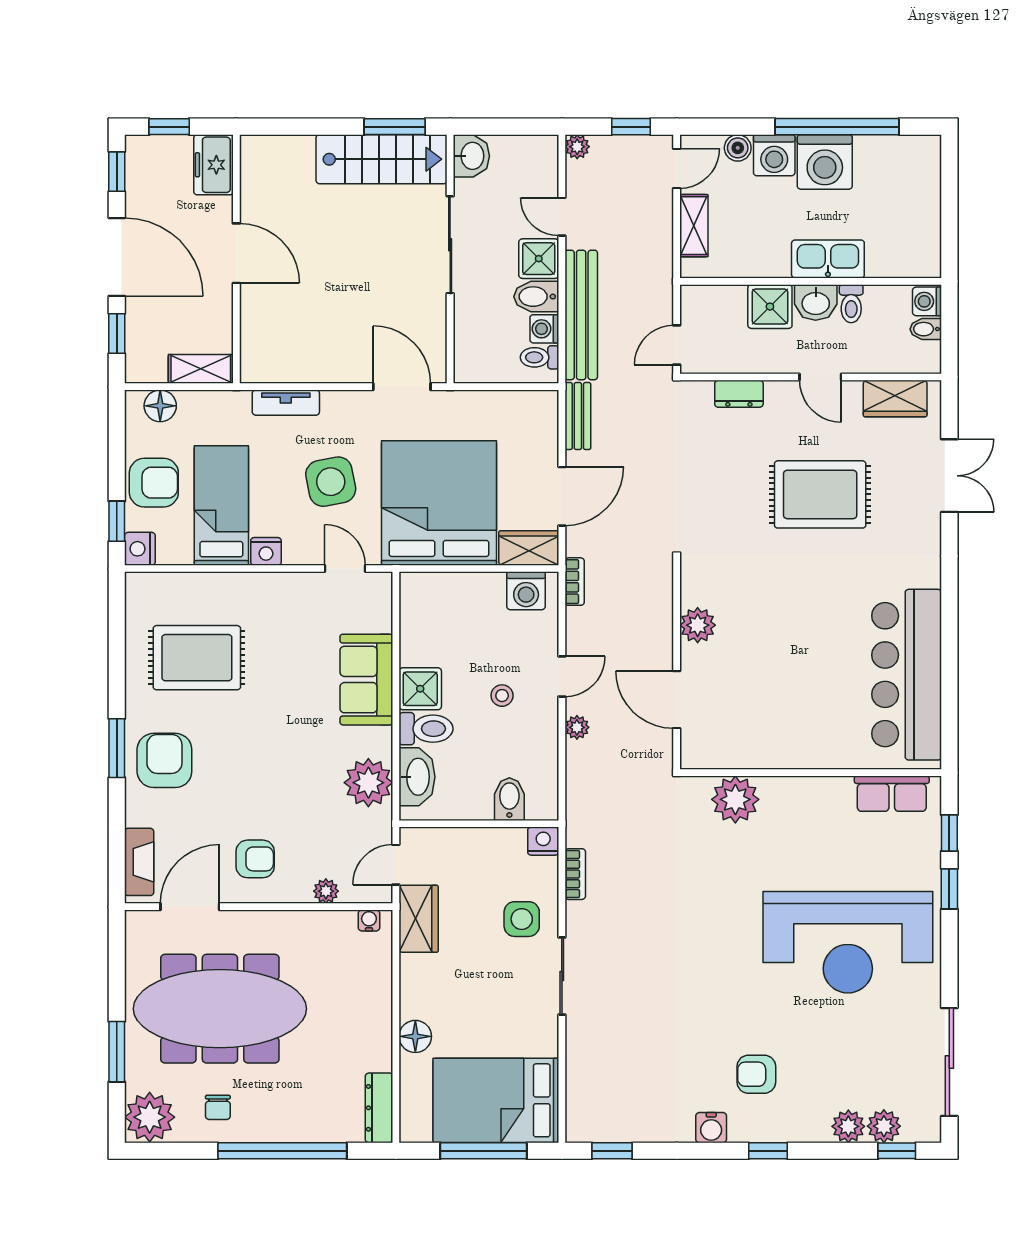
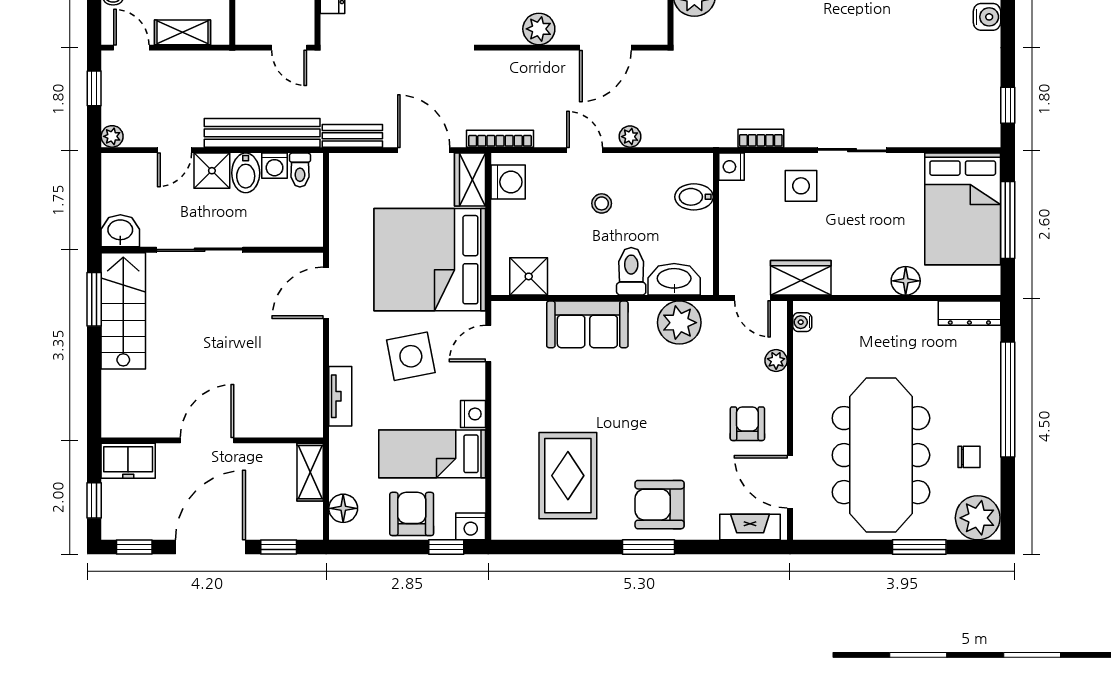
bookcase: (575, 582) -> (500, 139), width x1.56
shower: (420, 689) -> (529, 276), moved

